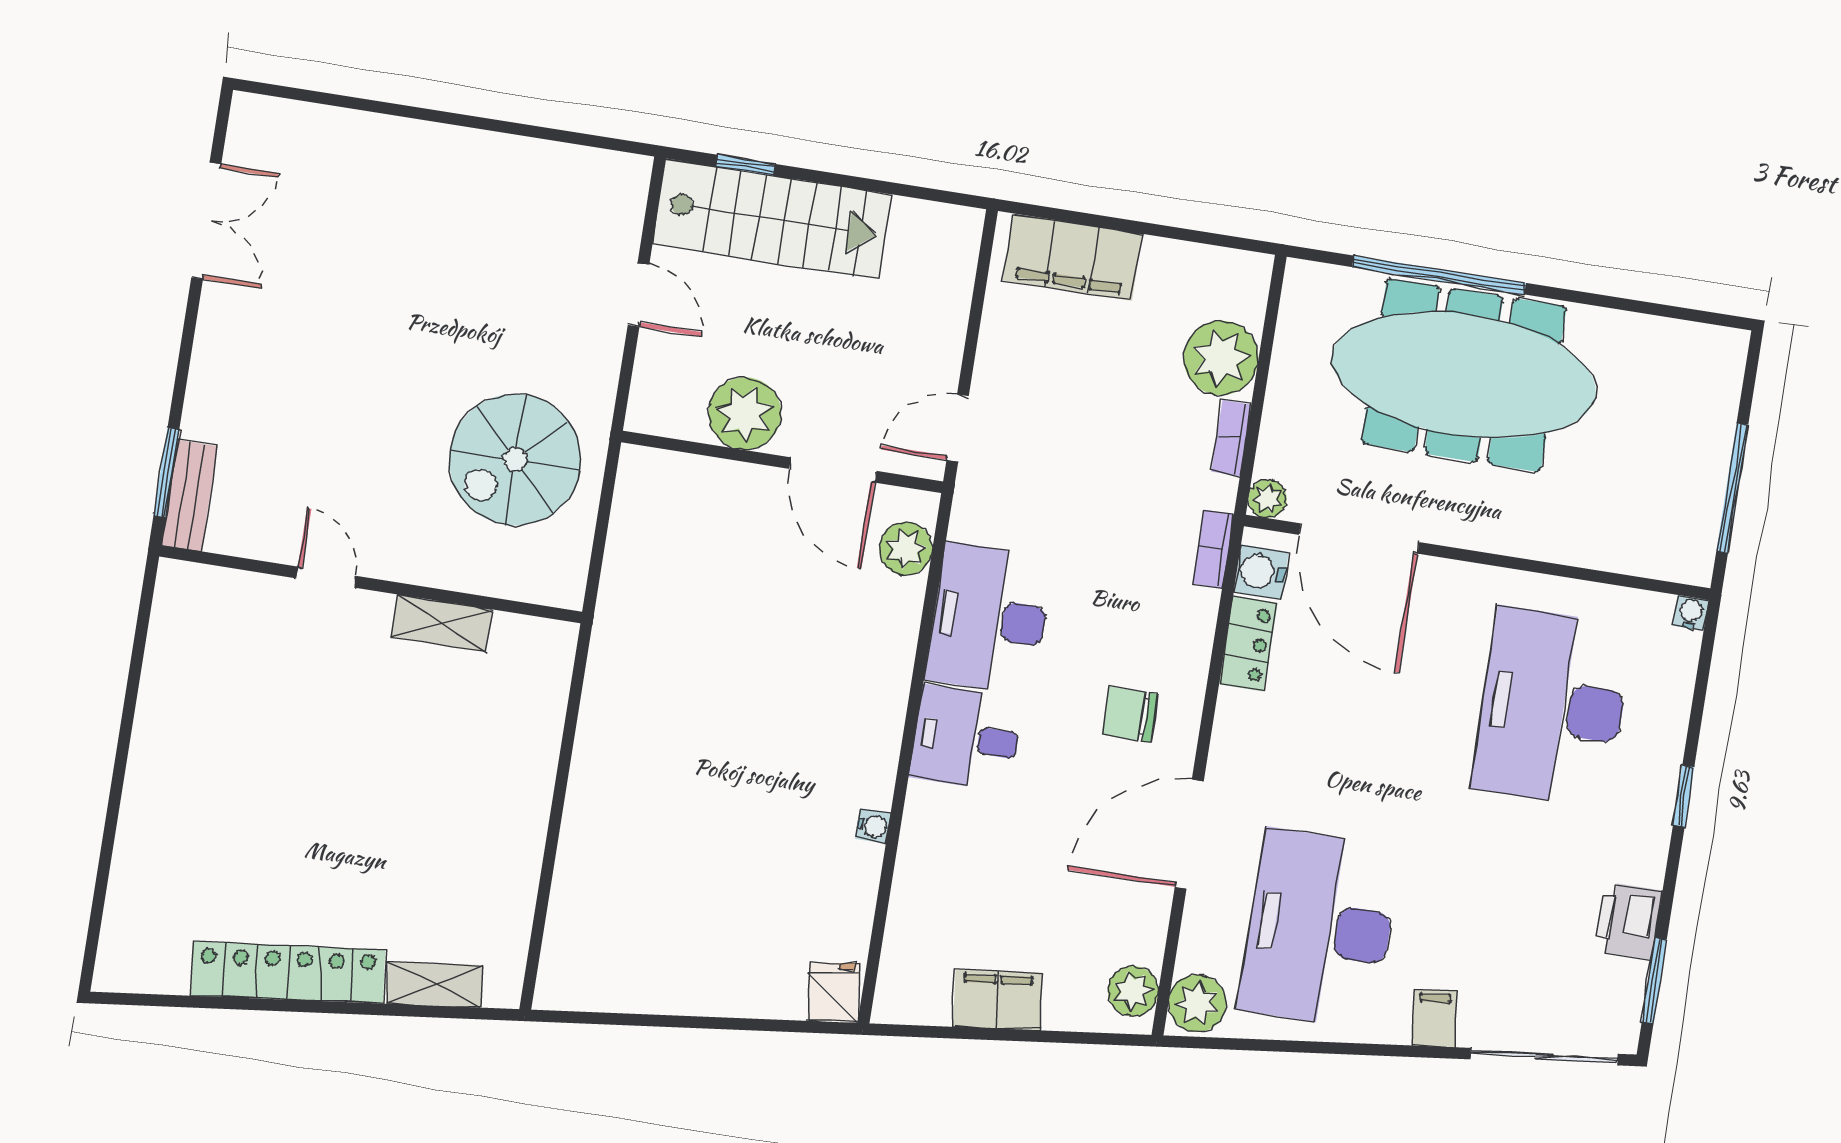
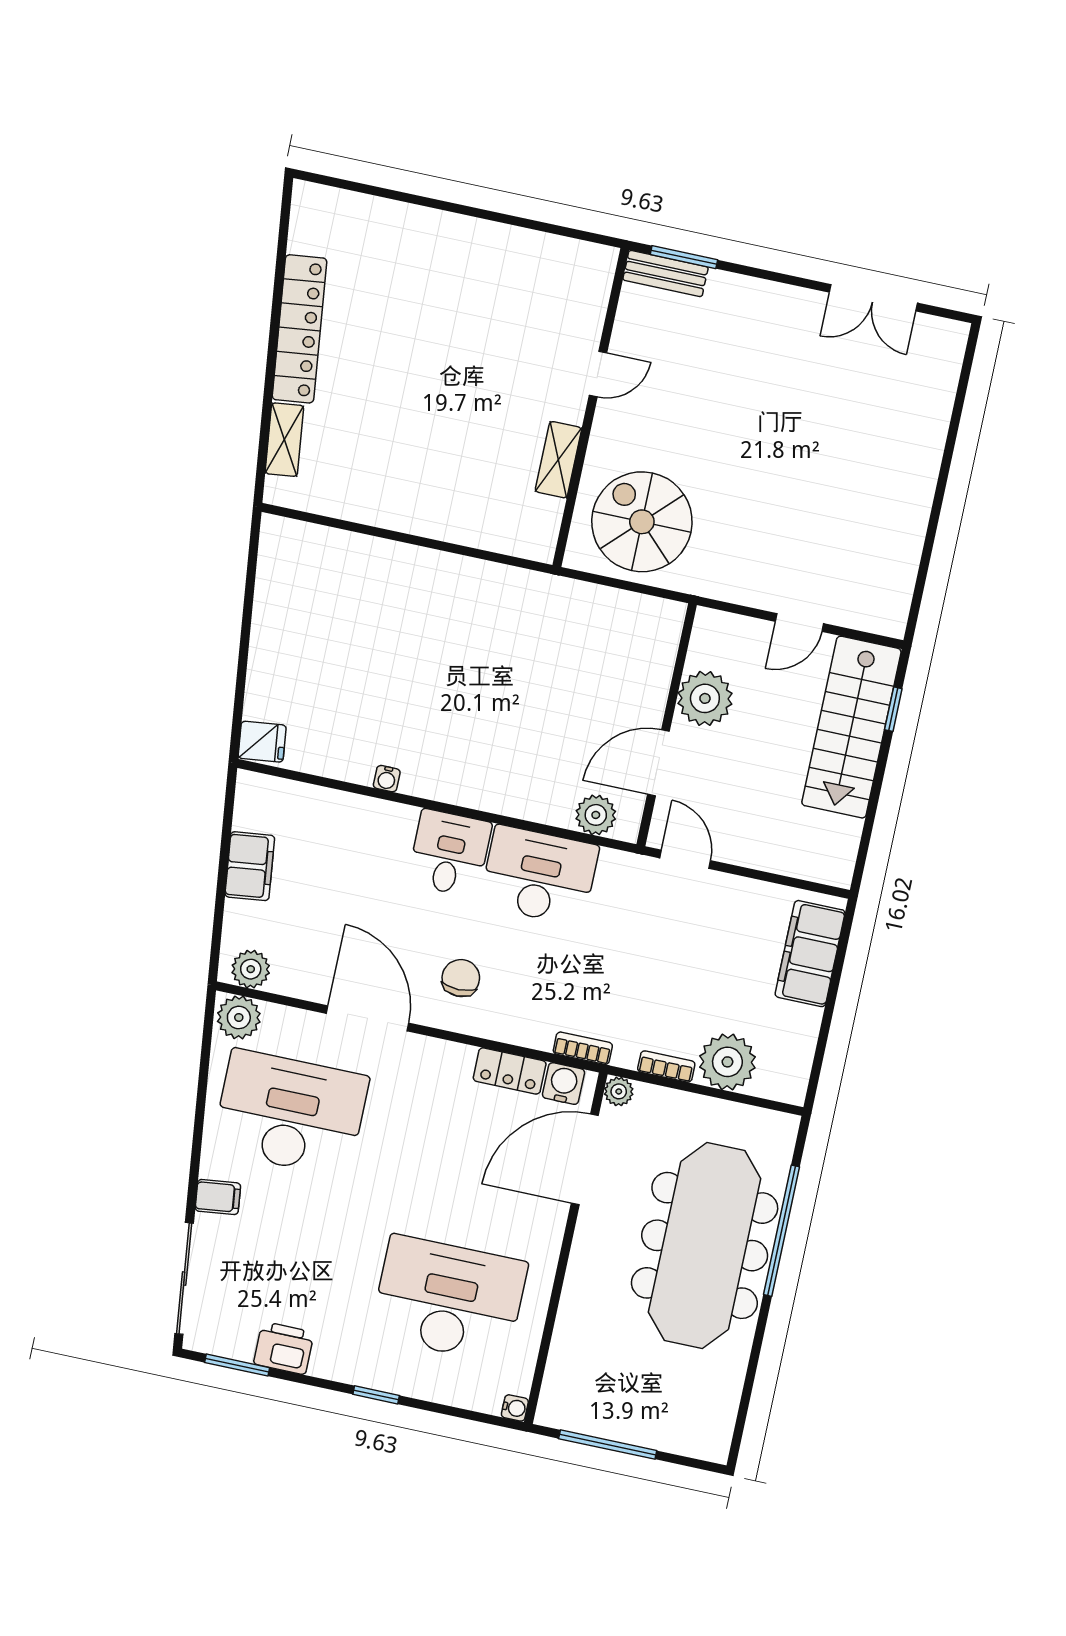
spiral stairs: (515, 460) -> (642, 522), moved

